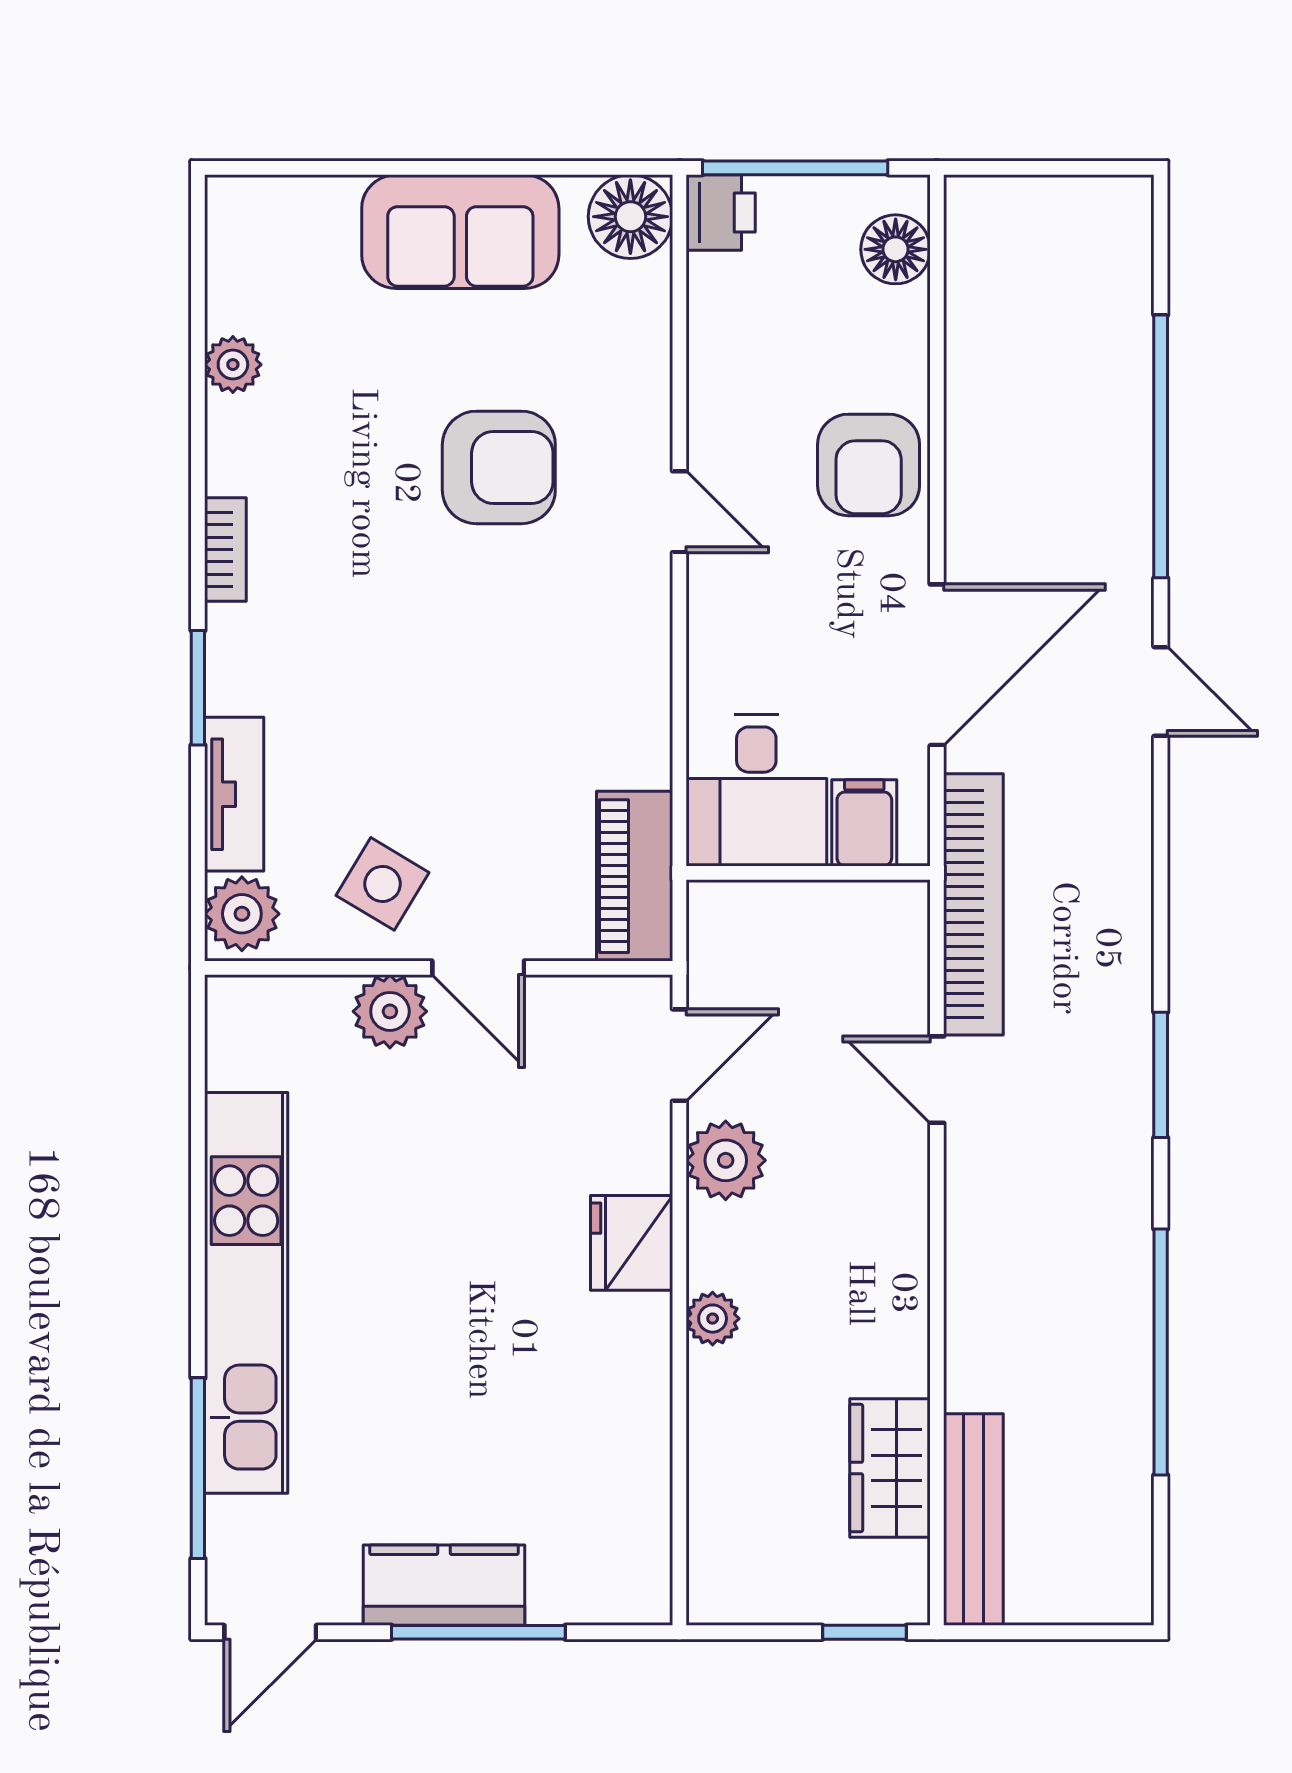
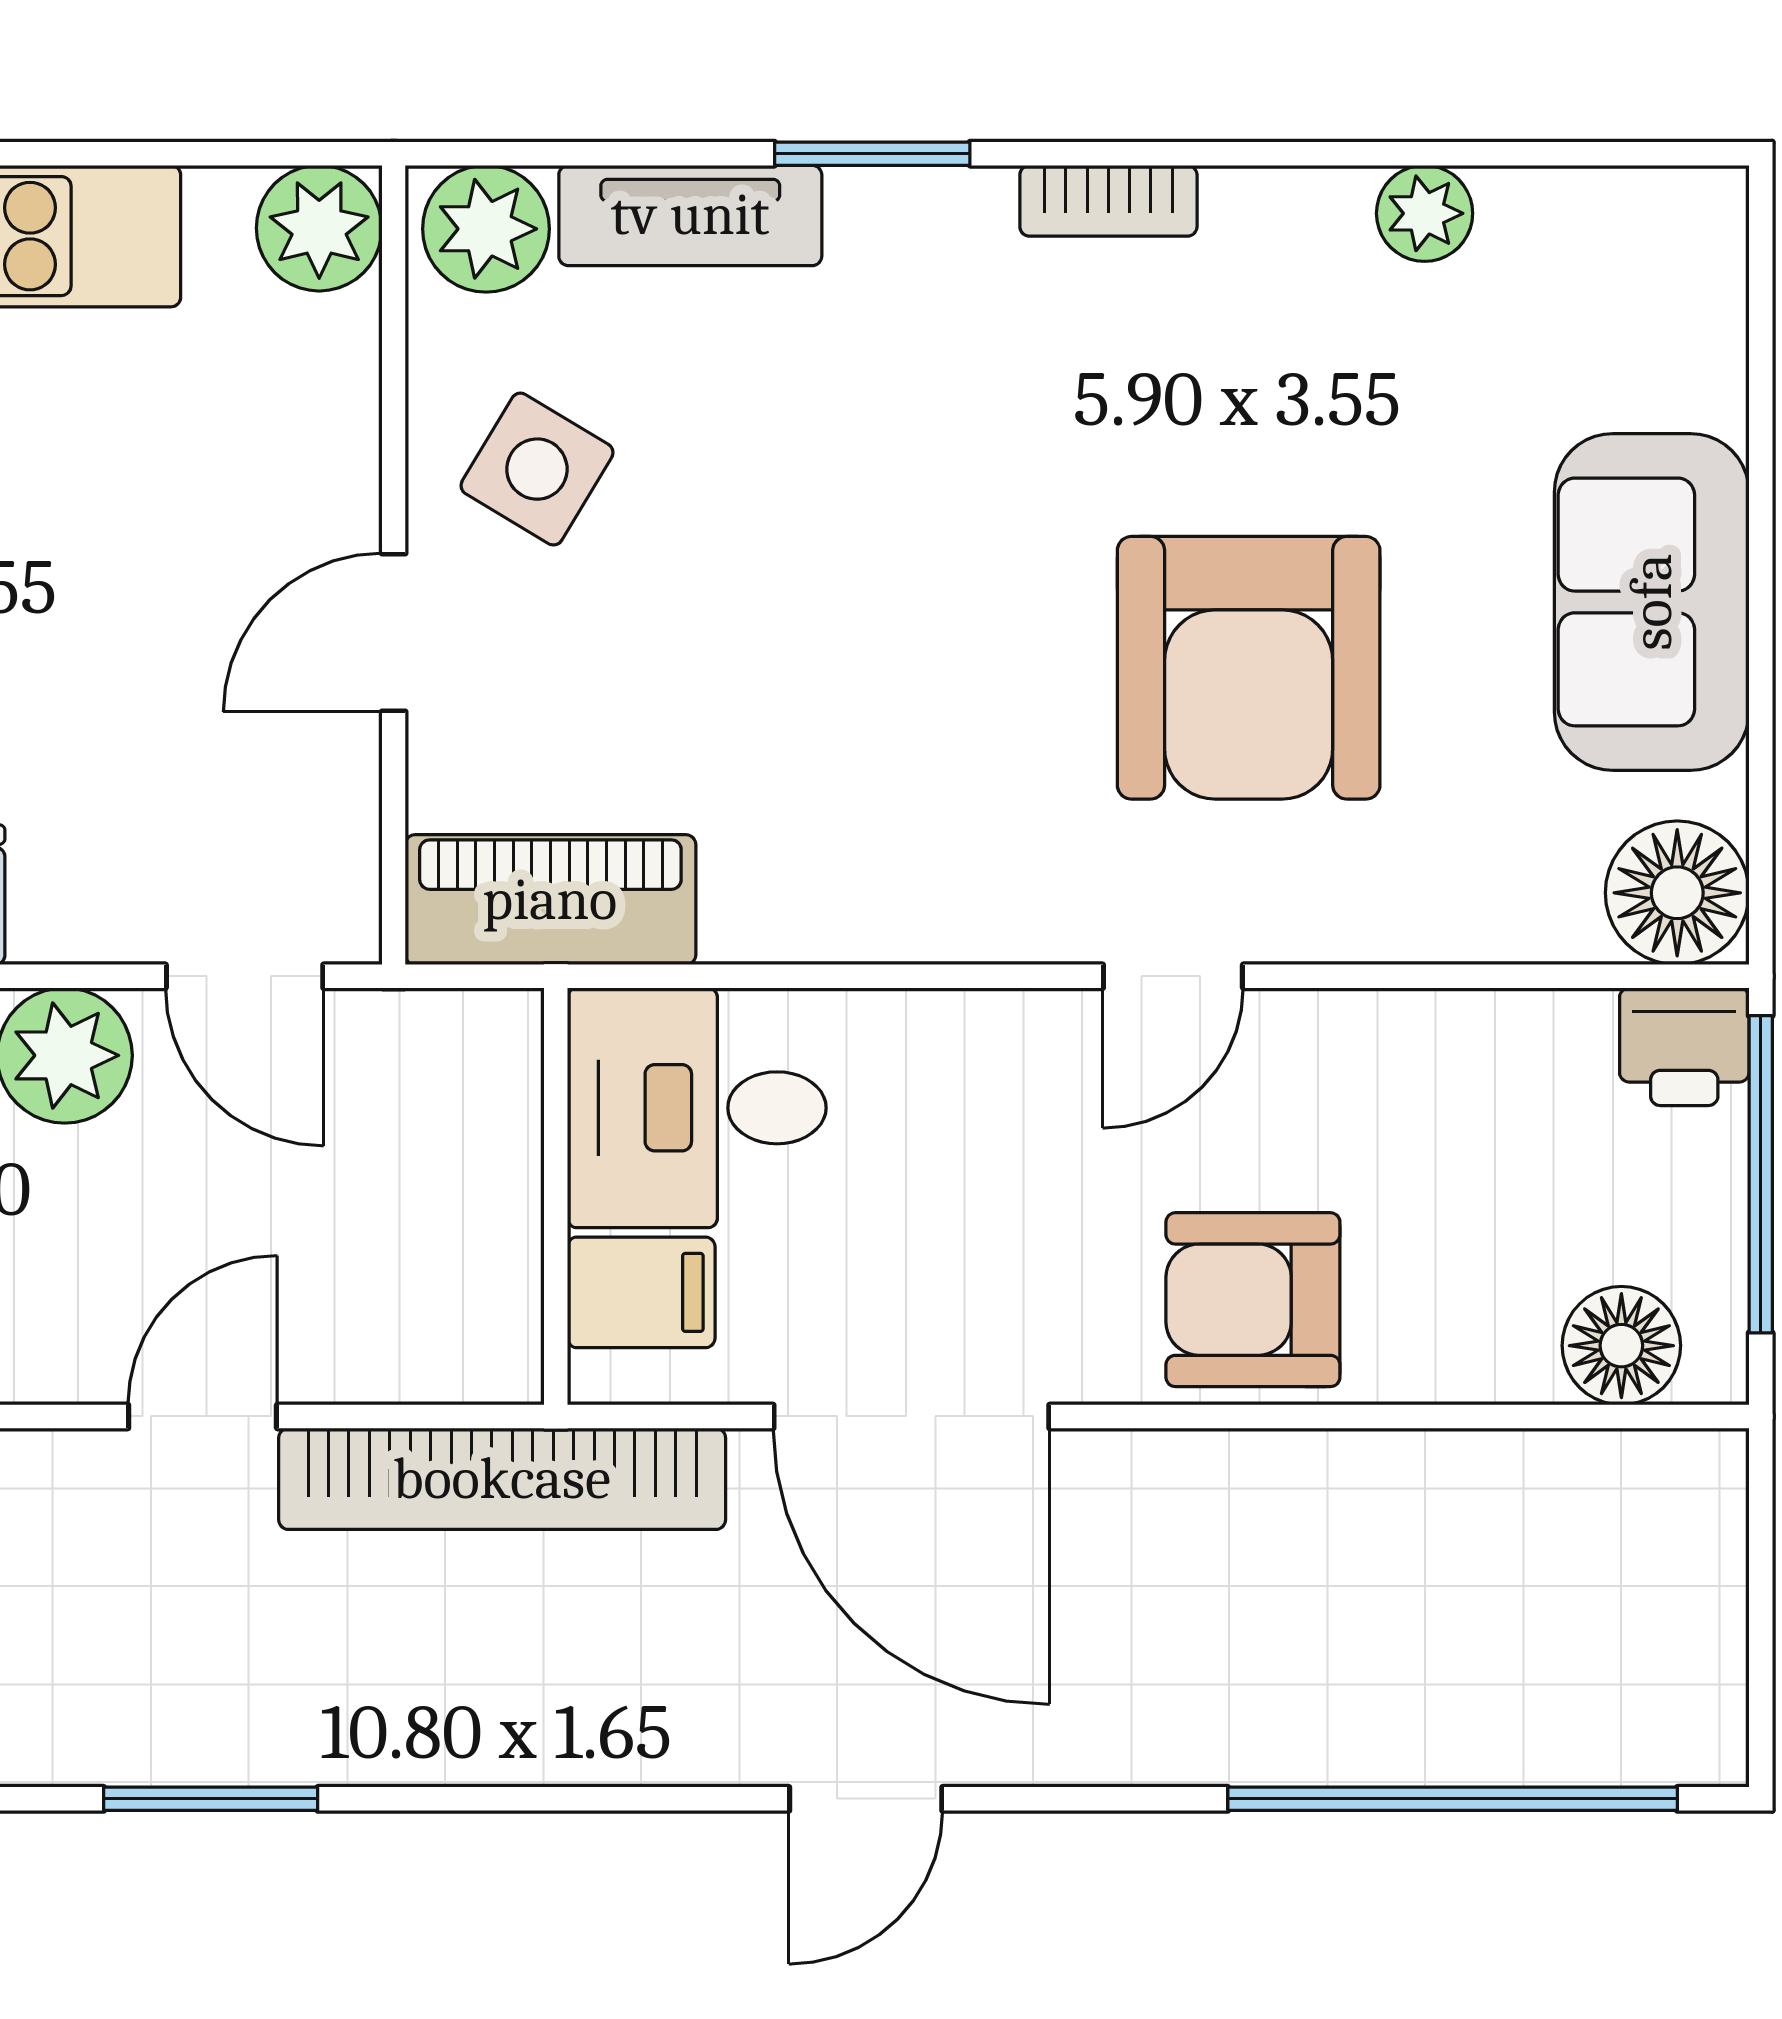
window: (1161, 446) -> (1453, 1799), moved
armchair: (499, 467) -> (1249, 668), width x1.36, depth x1.36
plant: (390, 1011) -> (319, 228), moved

